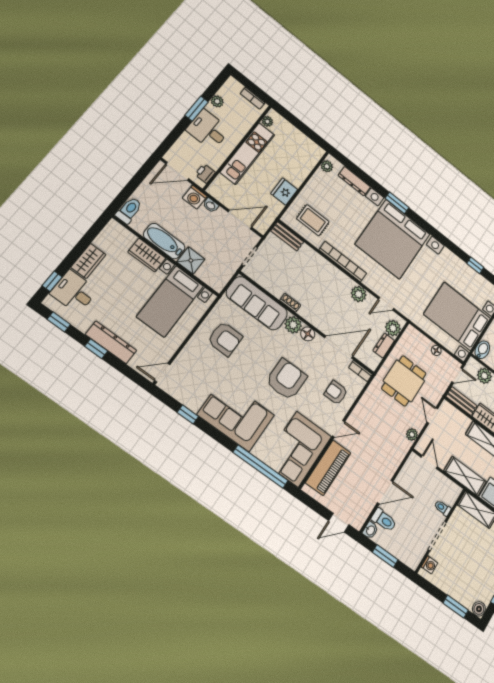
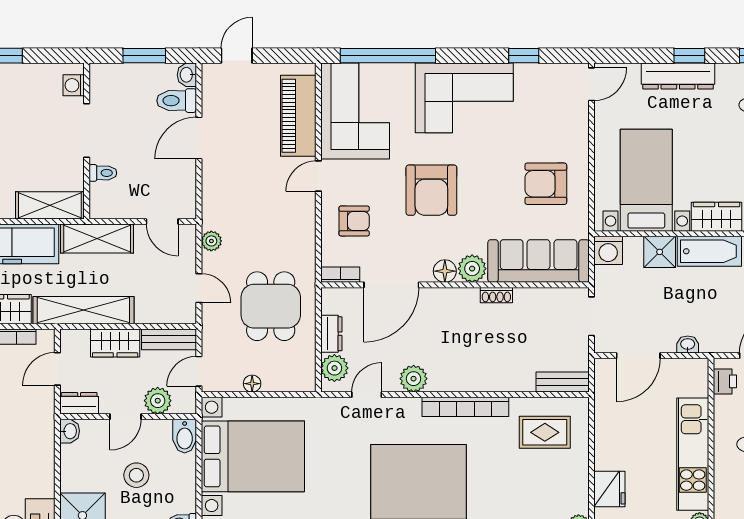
fridge: (284, 192) -> (609, 489), moved
washing machine: (195, 197) -> (608, 250), moved, turned 180

